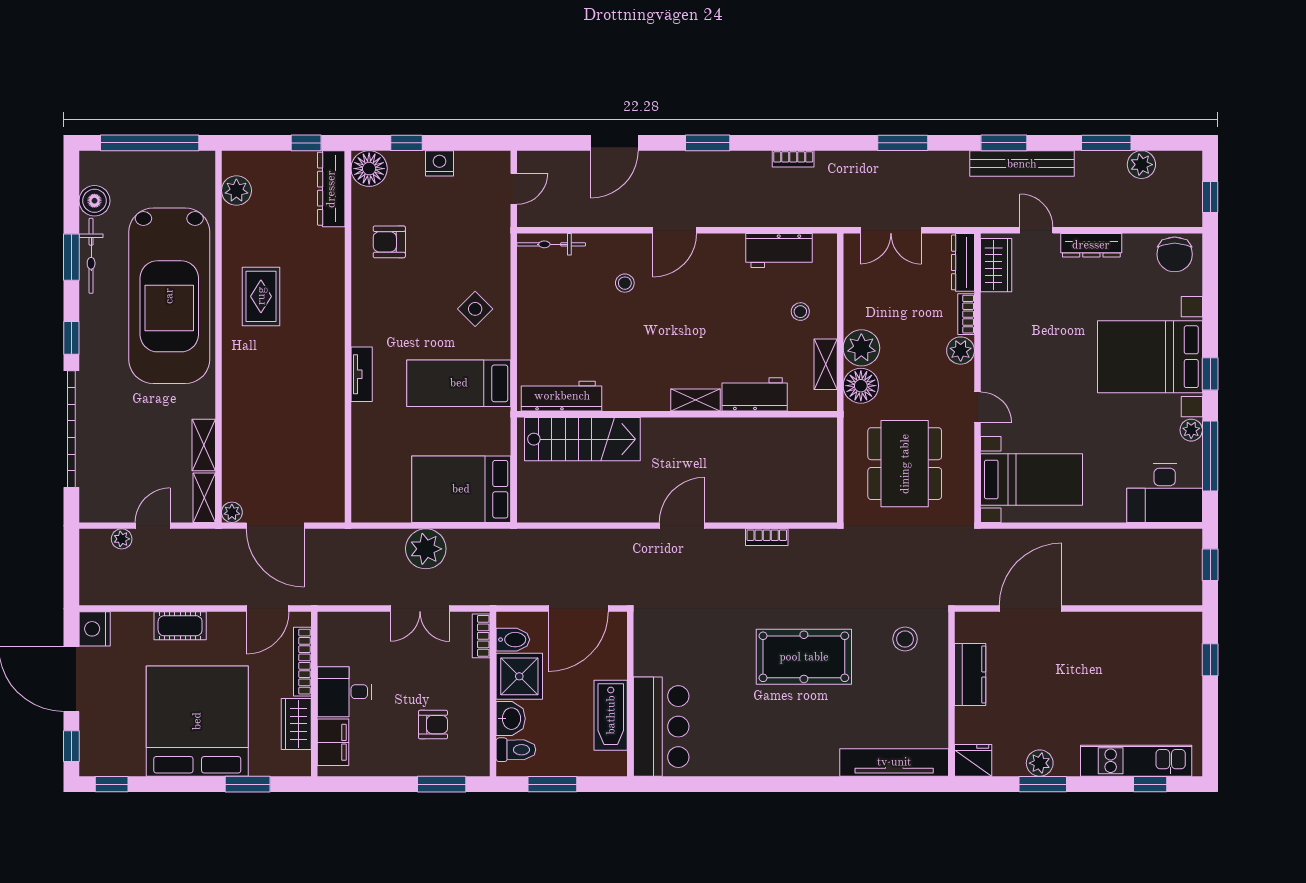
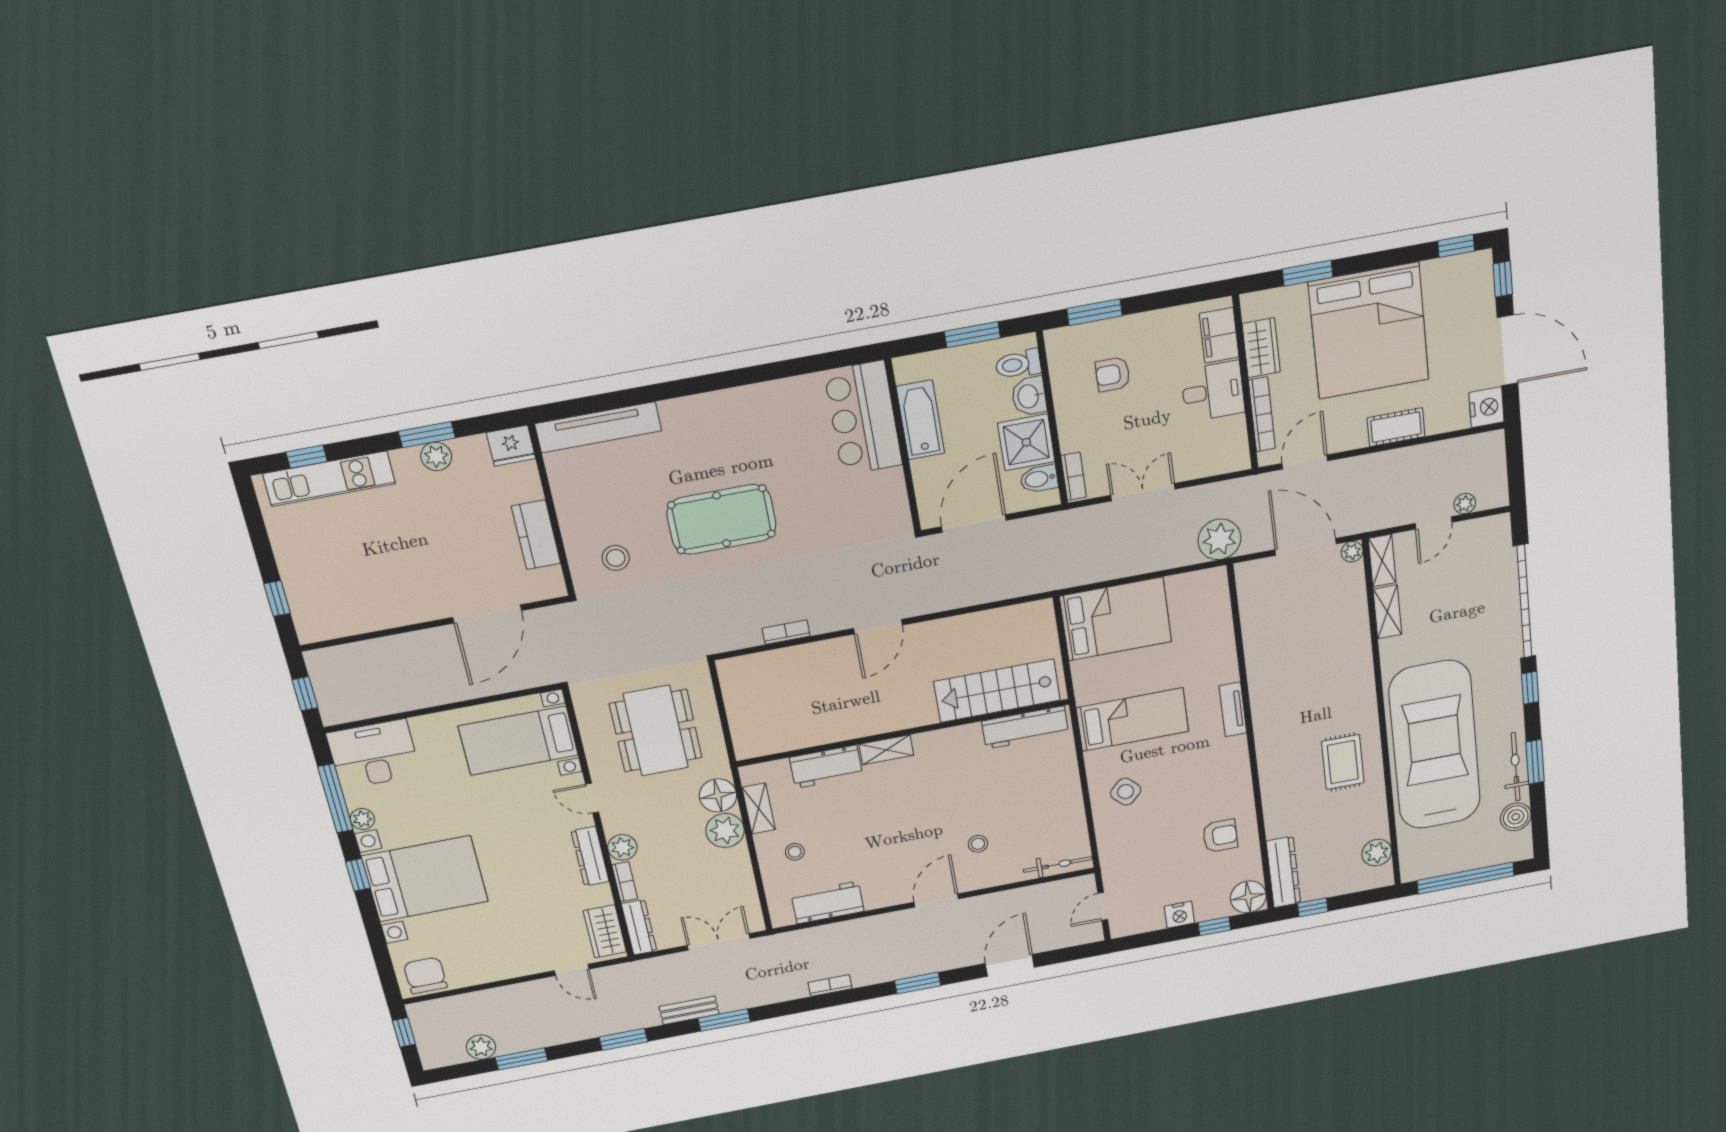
bench: (1022, 164) -> (689, 1010), moved, width x0.54, depth x0.82
dresser: (1091, 245) -> (590, 856), moved, turned -90
plant: (426, 549) -> (1219, 539), moved

